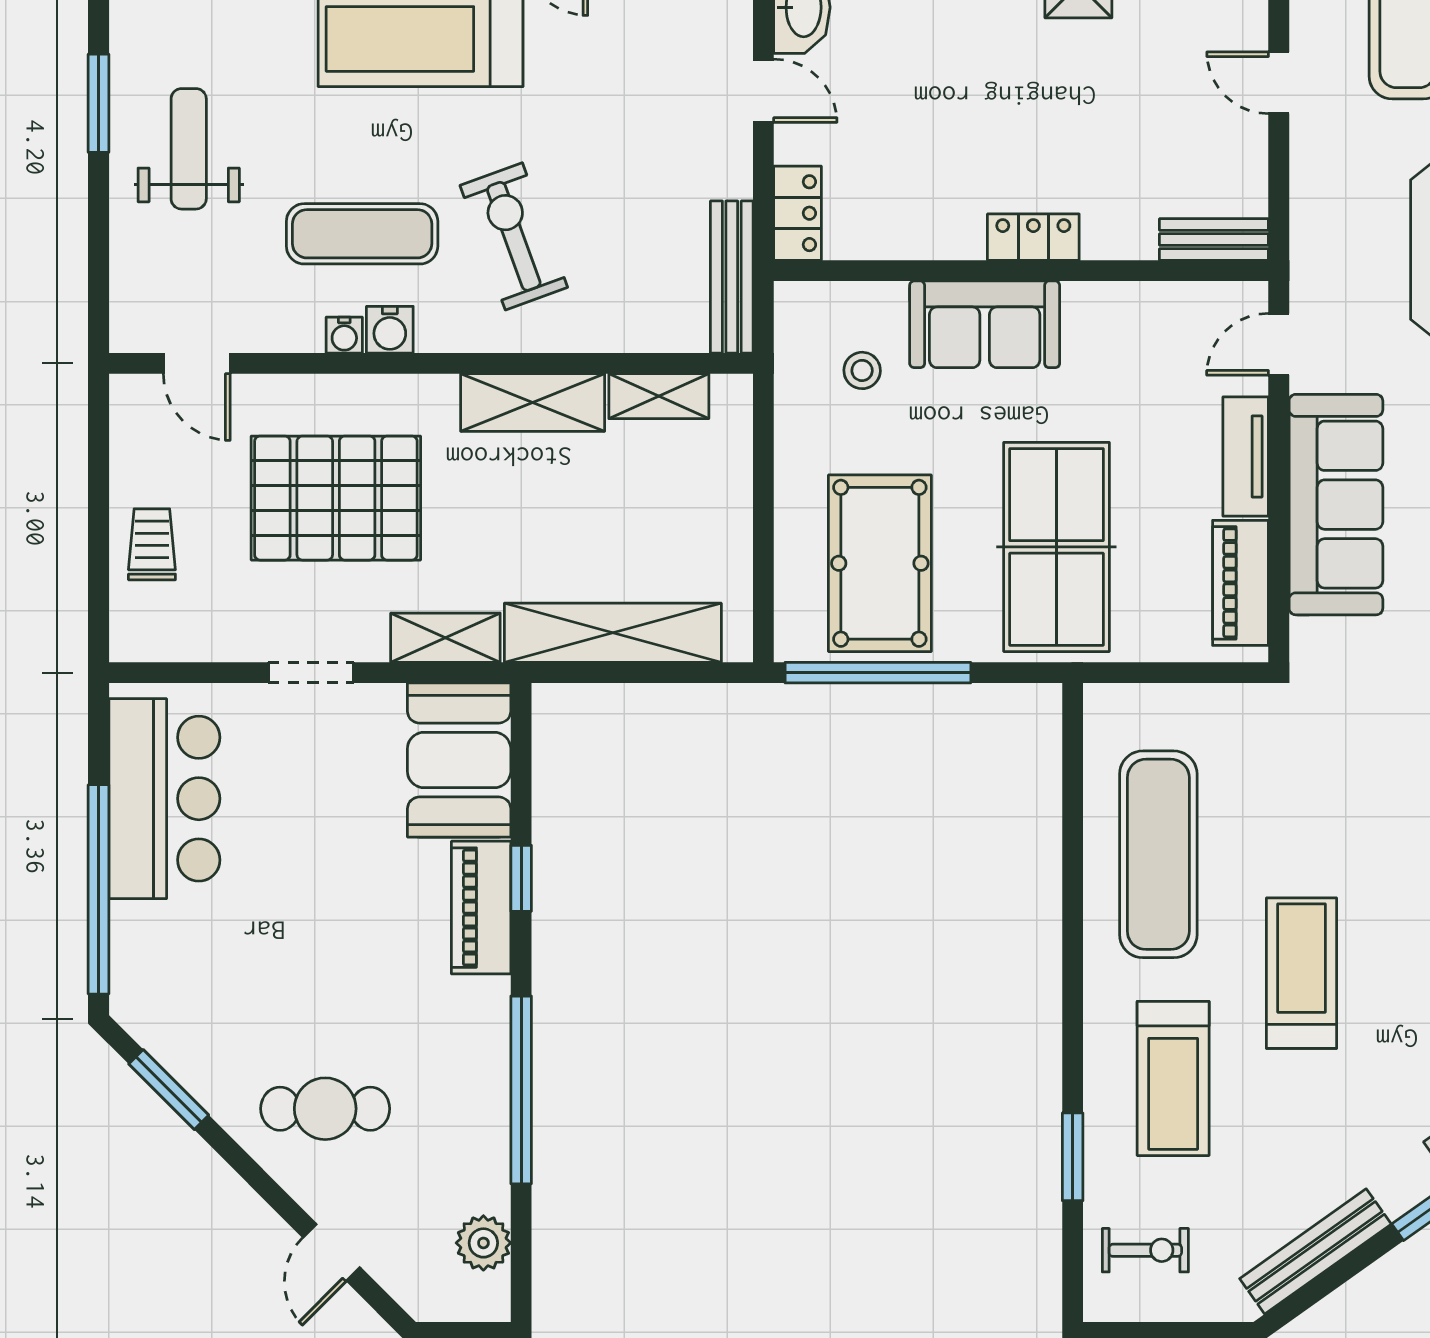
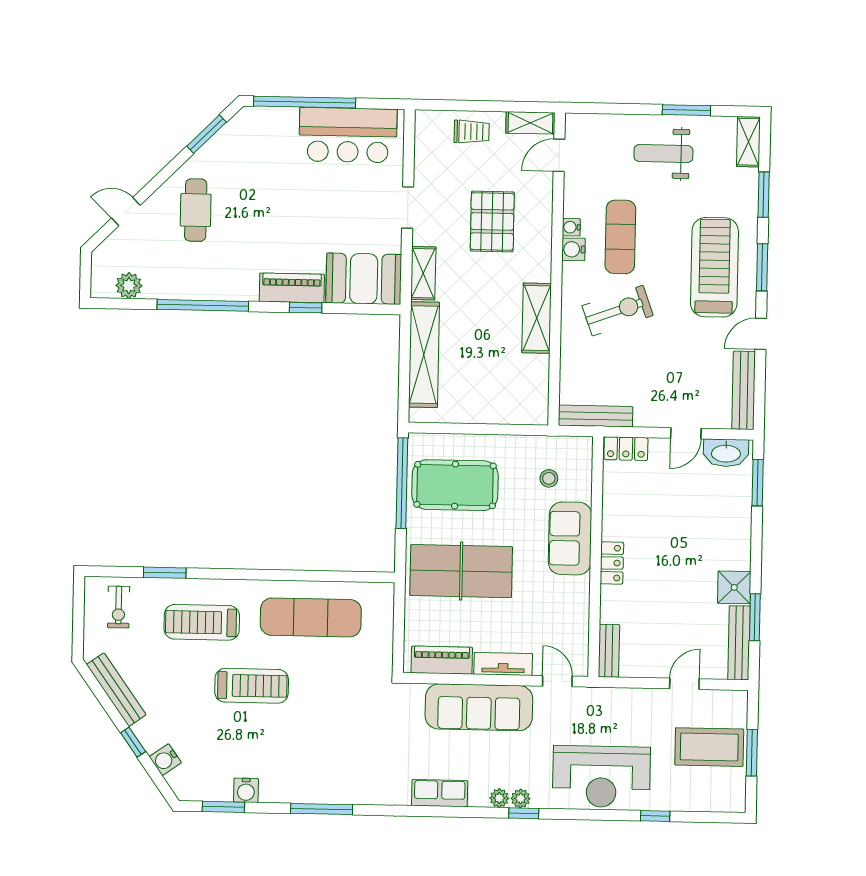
weight bench: (189, 149) -> (663, 154), turned 180
shelving: (659, 396) -> (530, 123), moved, turned 90
pallet: (336, 498) -> (492, 221), width x0.73, depth x0.71

